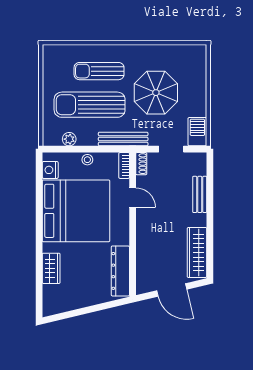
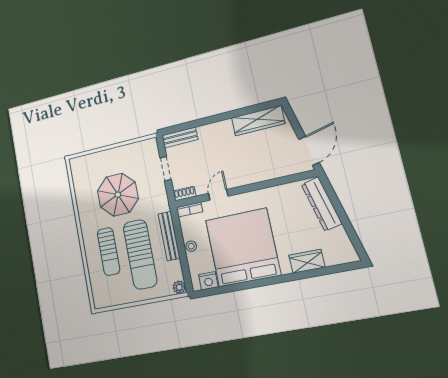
barbecue: (197, 132) -> (145, 148), removed
plant: (69, 139) -> (179, 287), moved
bench: (123, 139) -> (169, 236), moved
bench: (200, 194) -> (180, 137), moved
dresser: (120, 271) -> (322, 204), moved, turned 77
door: (172, 290) -> (309, 151), moved

